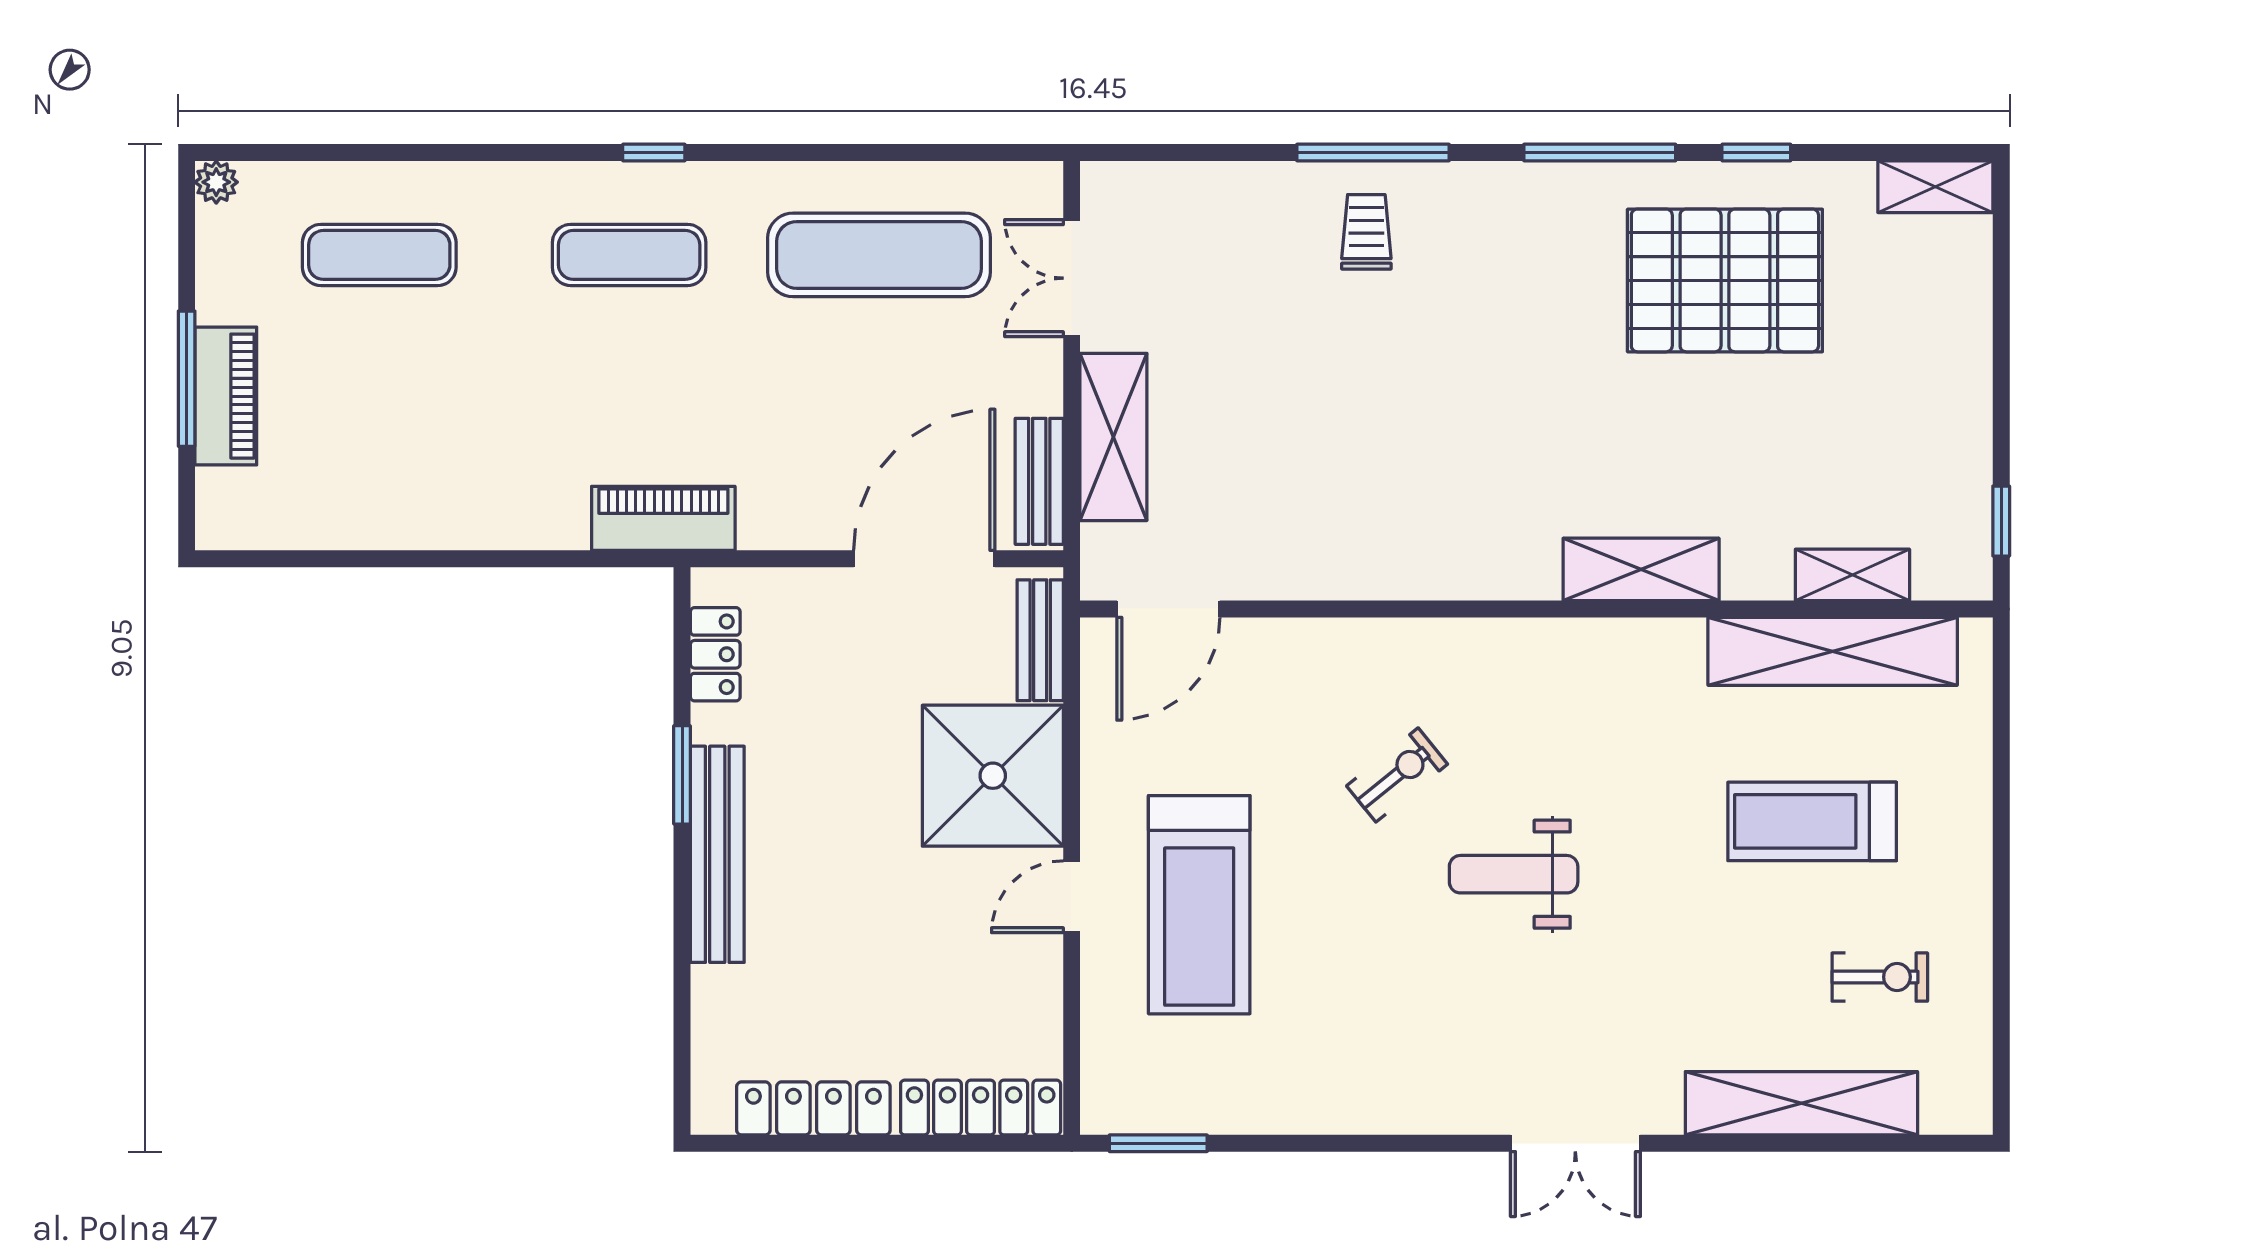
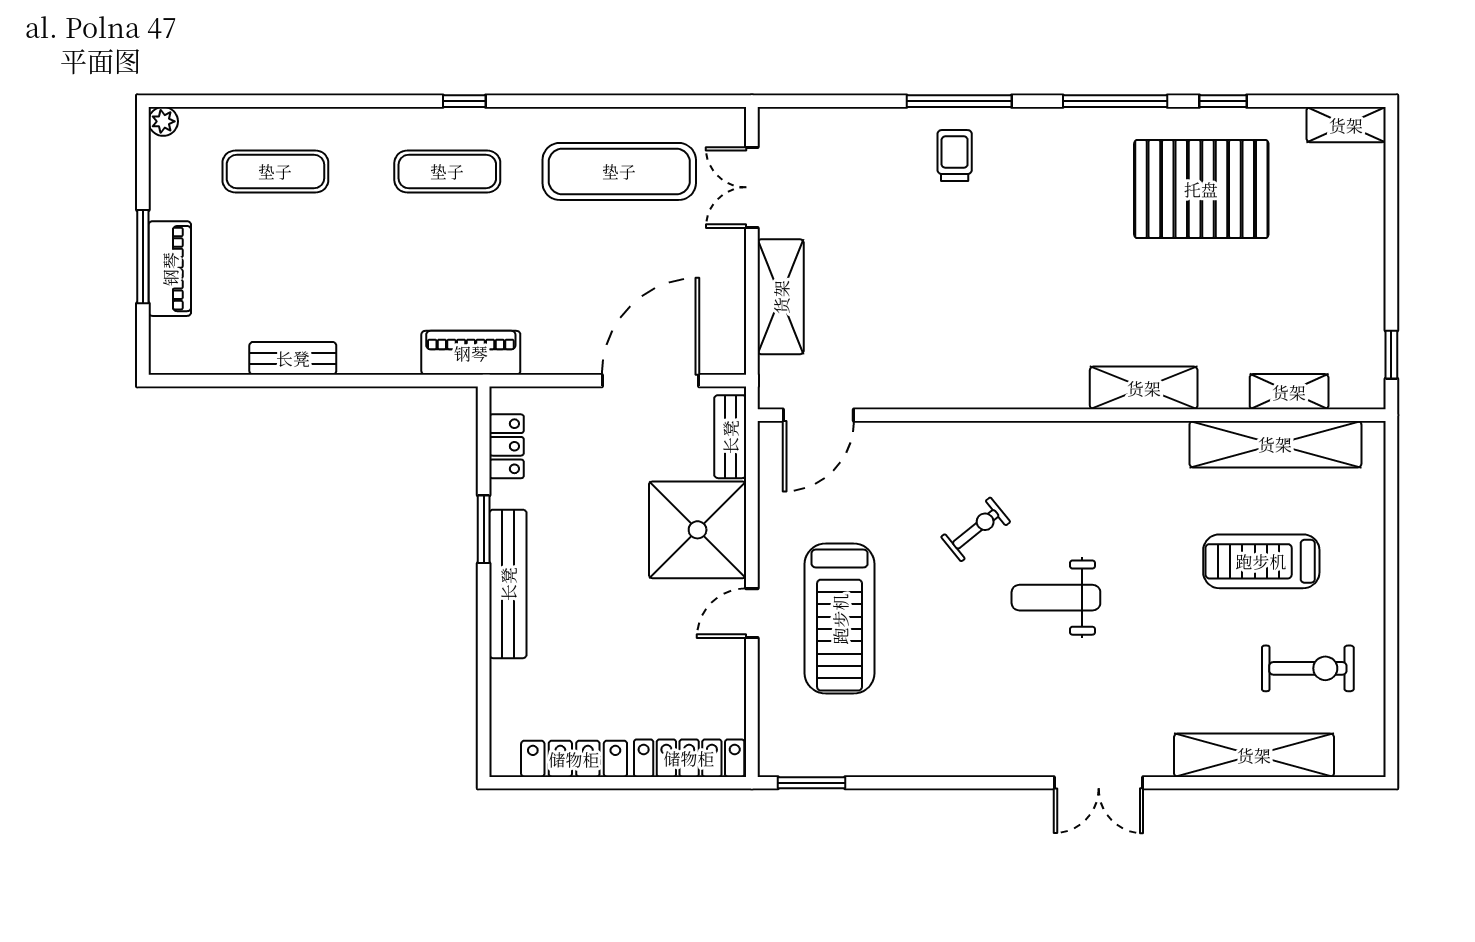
bench: (1039, 481) -> (293, 358), moved, turned 90
exercise bike: (1880, 977) -> (1308, 668), width x1.38, depth x1.39

